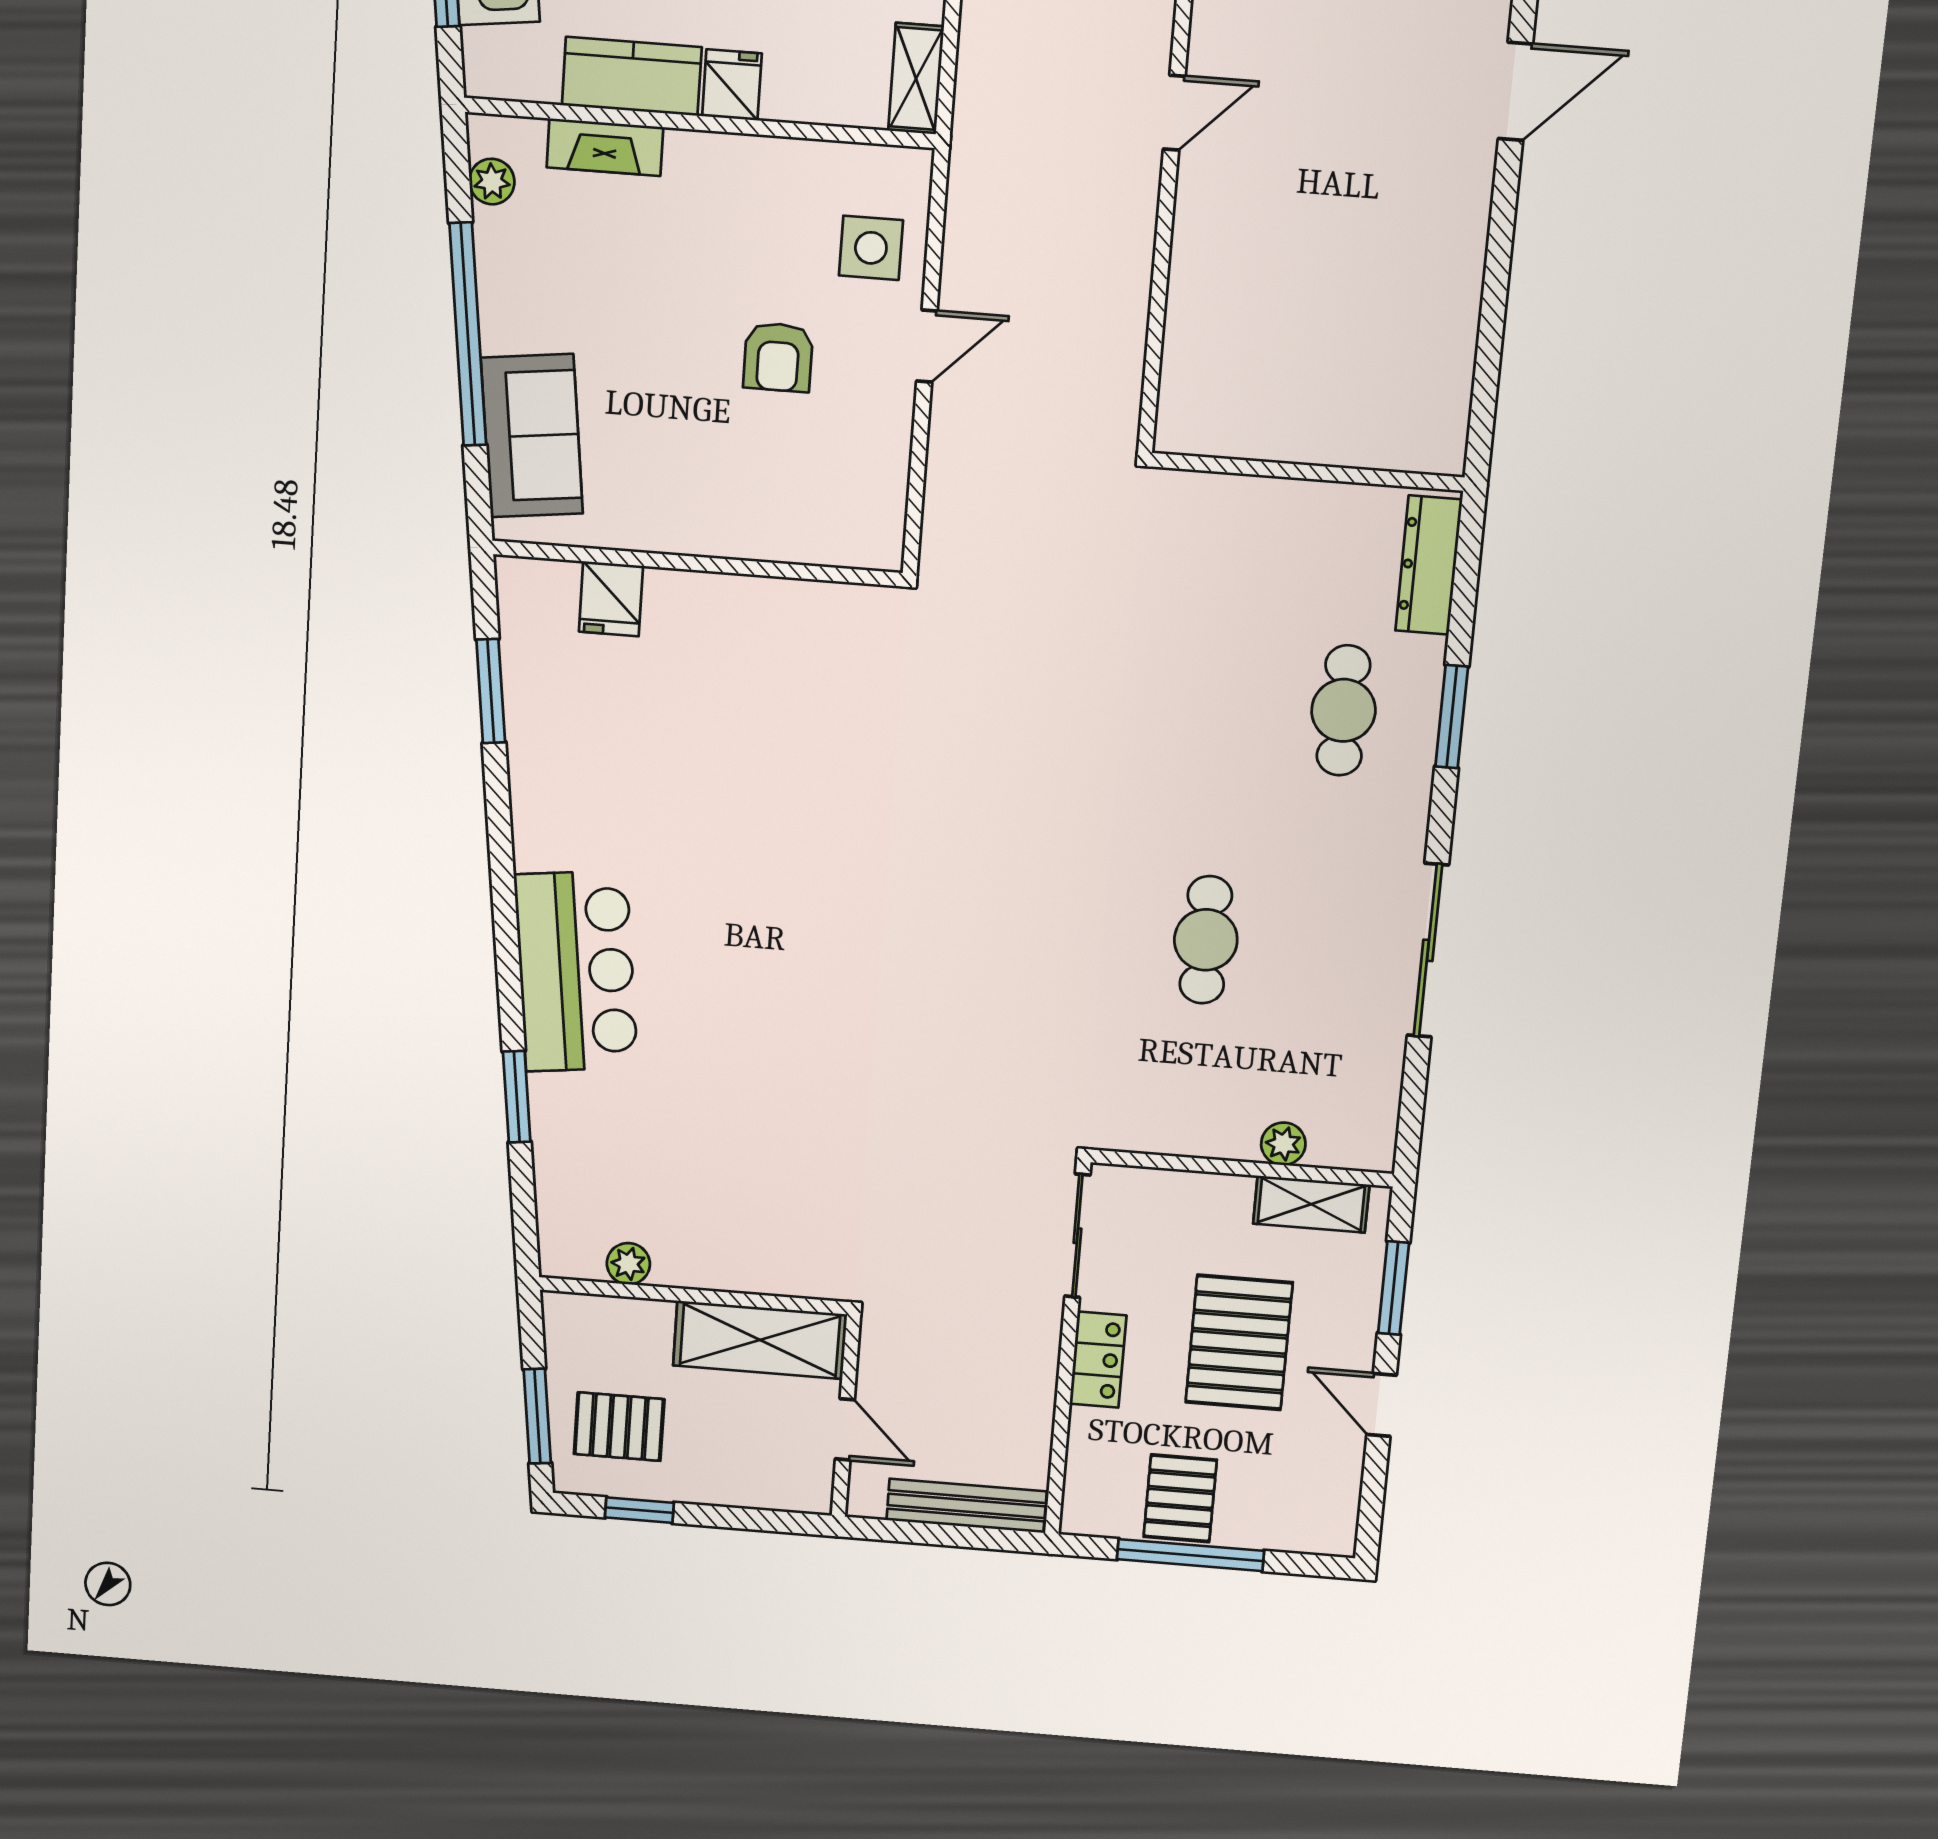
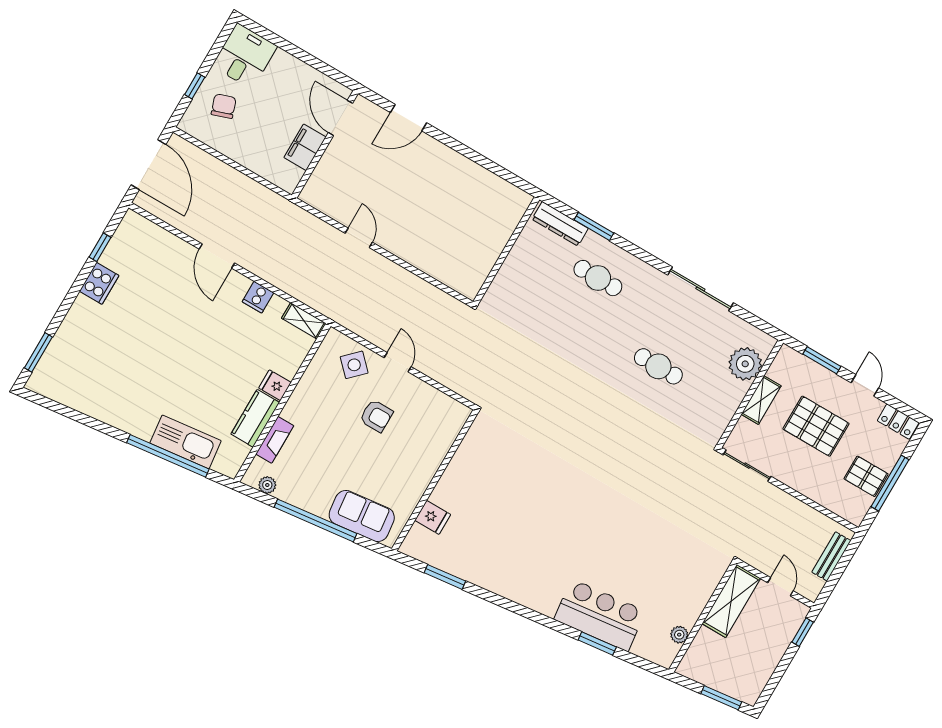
door: (1515, 91) -> (408, 118), swing flipped
side table: (871, 248) -> (354, 365), turned 45
window: (1452, 717) -> (594, 226), moved
bar counter: (576, 971) -> (600, 615), moved
plant: (1283, 1144) -> (745, 364), width x1.88, depth x1.88
shelving: (1311, 1204) -> (761, 400), moved
locker: (1098, 1360) -> (898, 422), moved, turned 180
door: (1382, 1405) -> (865, 385), swing flipped
pallet: (619, 1427) -> (740, 670), removed
door: (845, 1429) -> (780, 587), hinge flipped
bench: (967, 1506) -> (831, 556), width x0.73
window: (639, 1510) -> (803, 632), moved

